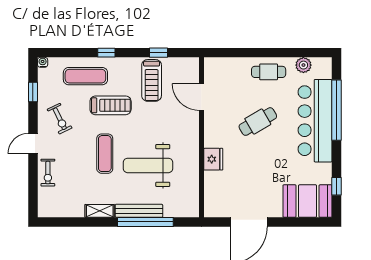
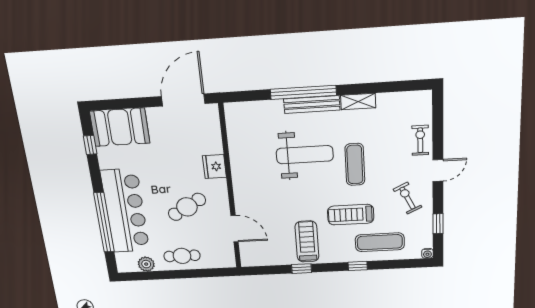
door: (201, 97) -> (235, 229), moved
wall: (201, 137) -> (230, 188), moved
fridge: (213, 159) -> (214, 167), moved

